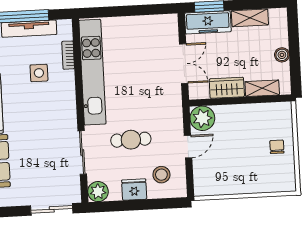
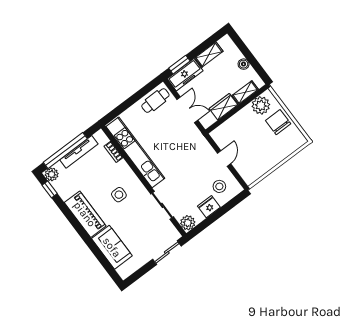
side table: (39, 73) -> (119, 195), moved
plant: (202, 118) -> (261, 105), moved
cafe table: (131, 140) -> (155, 101), moved
chair: (277, 147) -> (278, 122), width x1.87, depth x1.87

